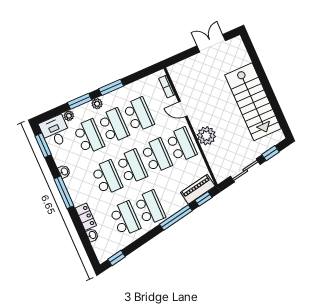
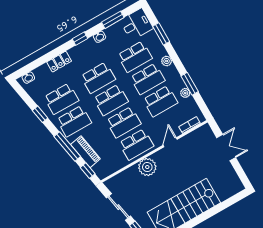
double door: (211, 43) -> (226, 148), moved
window: (111, 87) -> (190, 84), moved
window: (80, 101) -> (161, 34), moved
plant: (69, 116) -> (185, 93), moved
window: (43, 145) -> (113, 20), moved
piano: (198, 189) -> (85, 152), moved
window: (64, 192) -> (80, 39), width x0.46
washbasin: (92, 235) -> (28, 78), moved
window: (117, 258) -> (40, 114), moved

